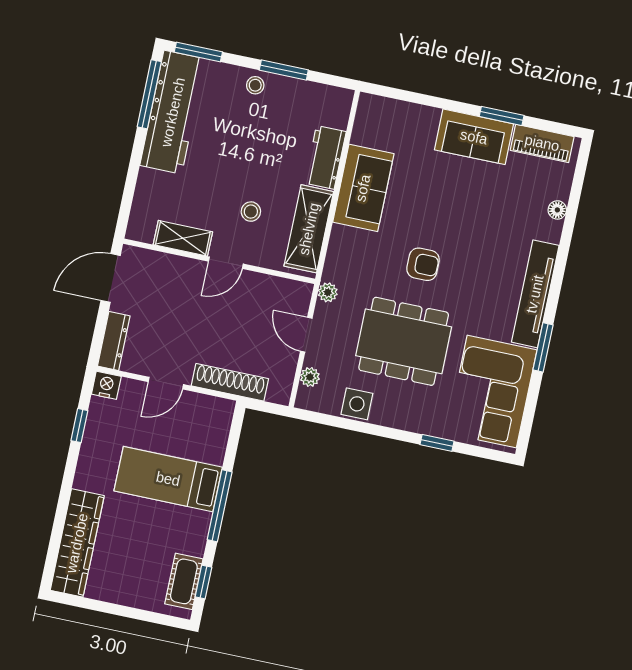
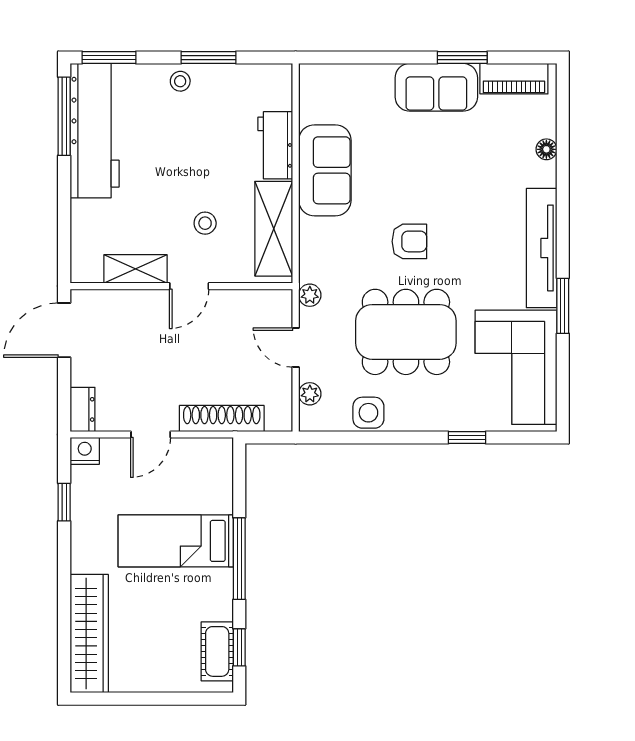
dresser: (114, 341) -> (83, 409), width x0.70

